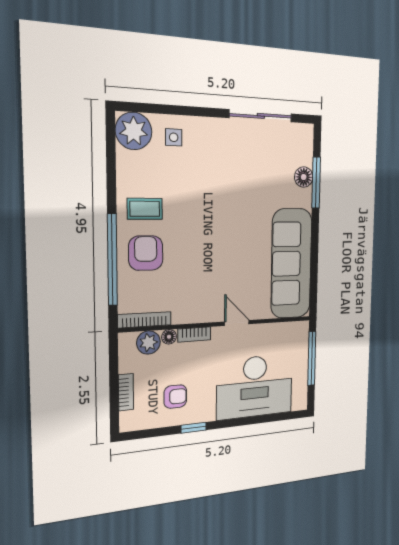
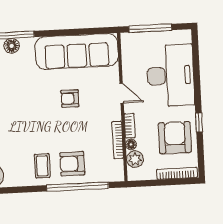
armchair: (234, 253) -> (70, 99), added
bookcase: (145, 320) -> (118, 140), moved
door: (237, 323) -> (122, 93), swing flipped
bookcase: (126, 392) -> (177, 173), width x1.56
armchair: (175, 397) -> (175, 138), width x1.88, depth x1.88

